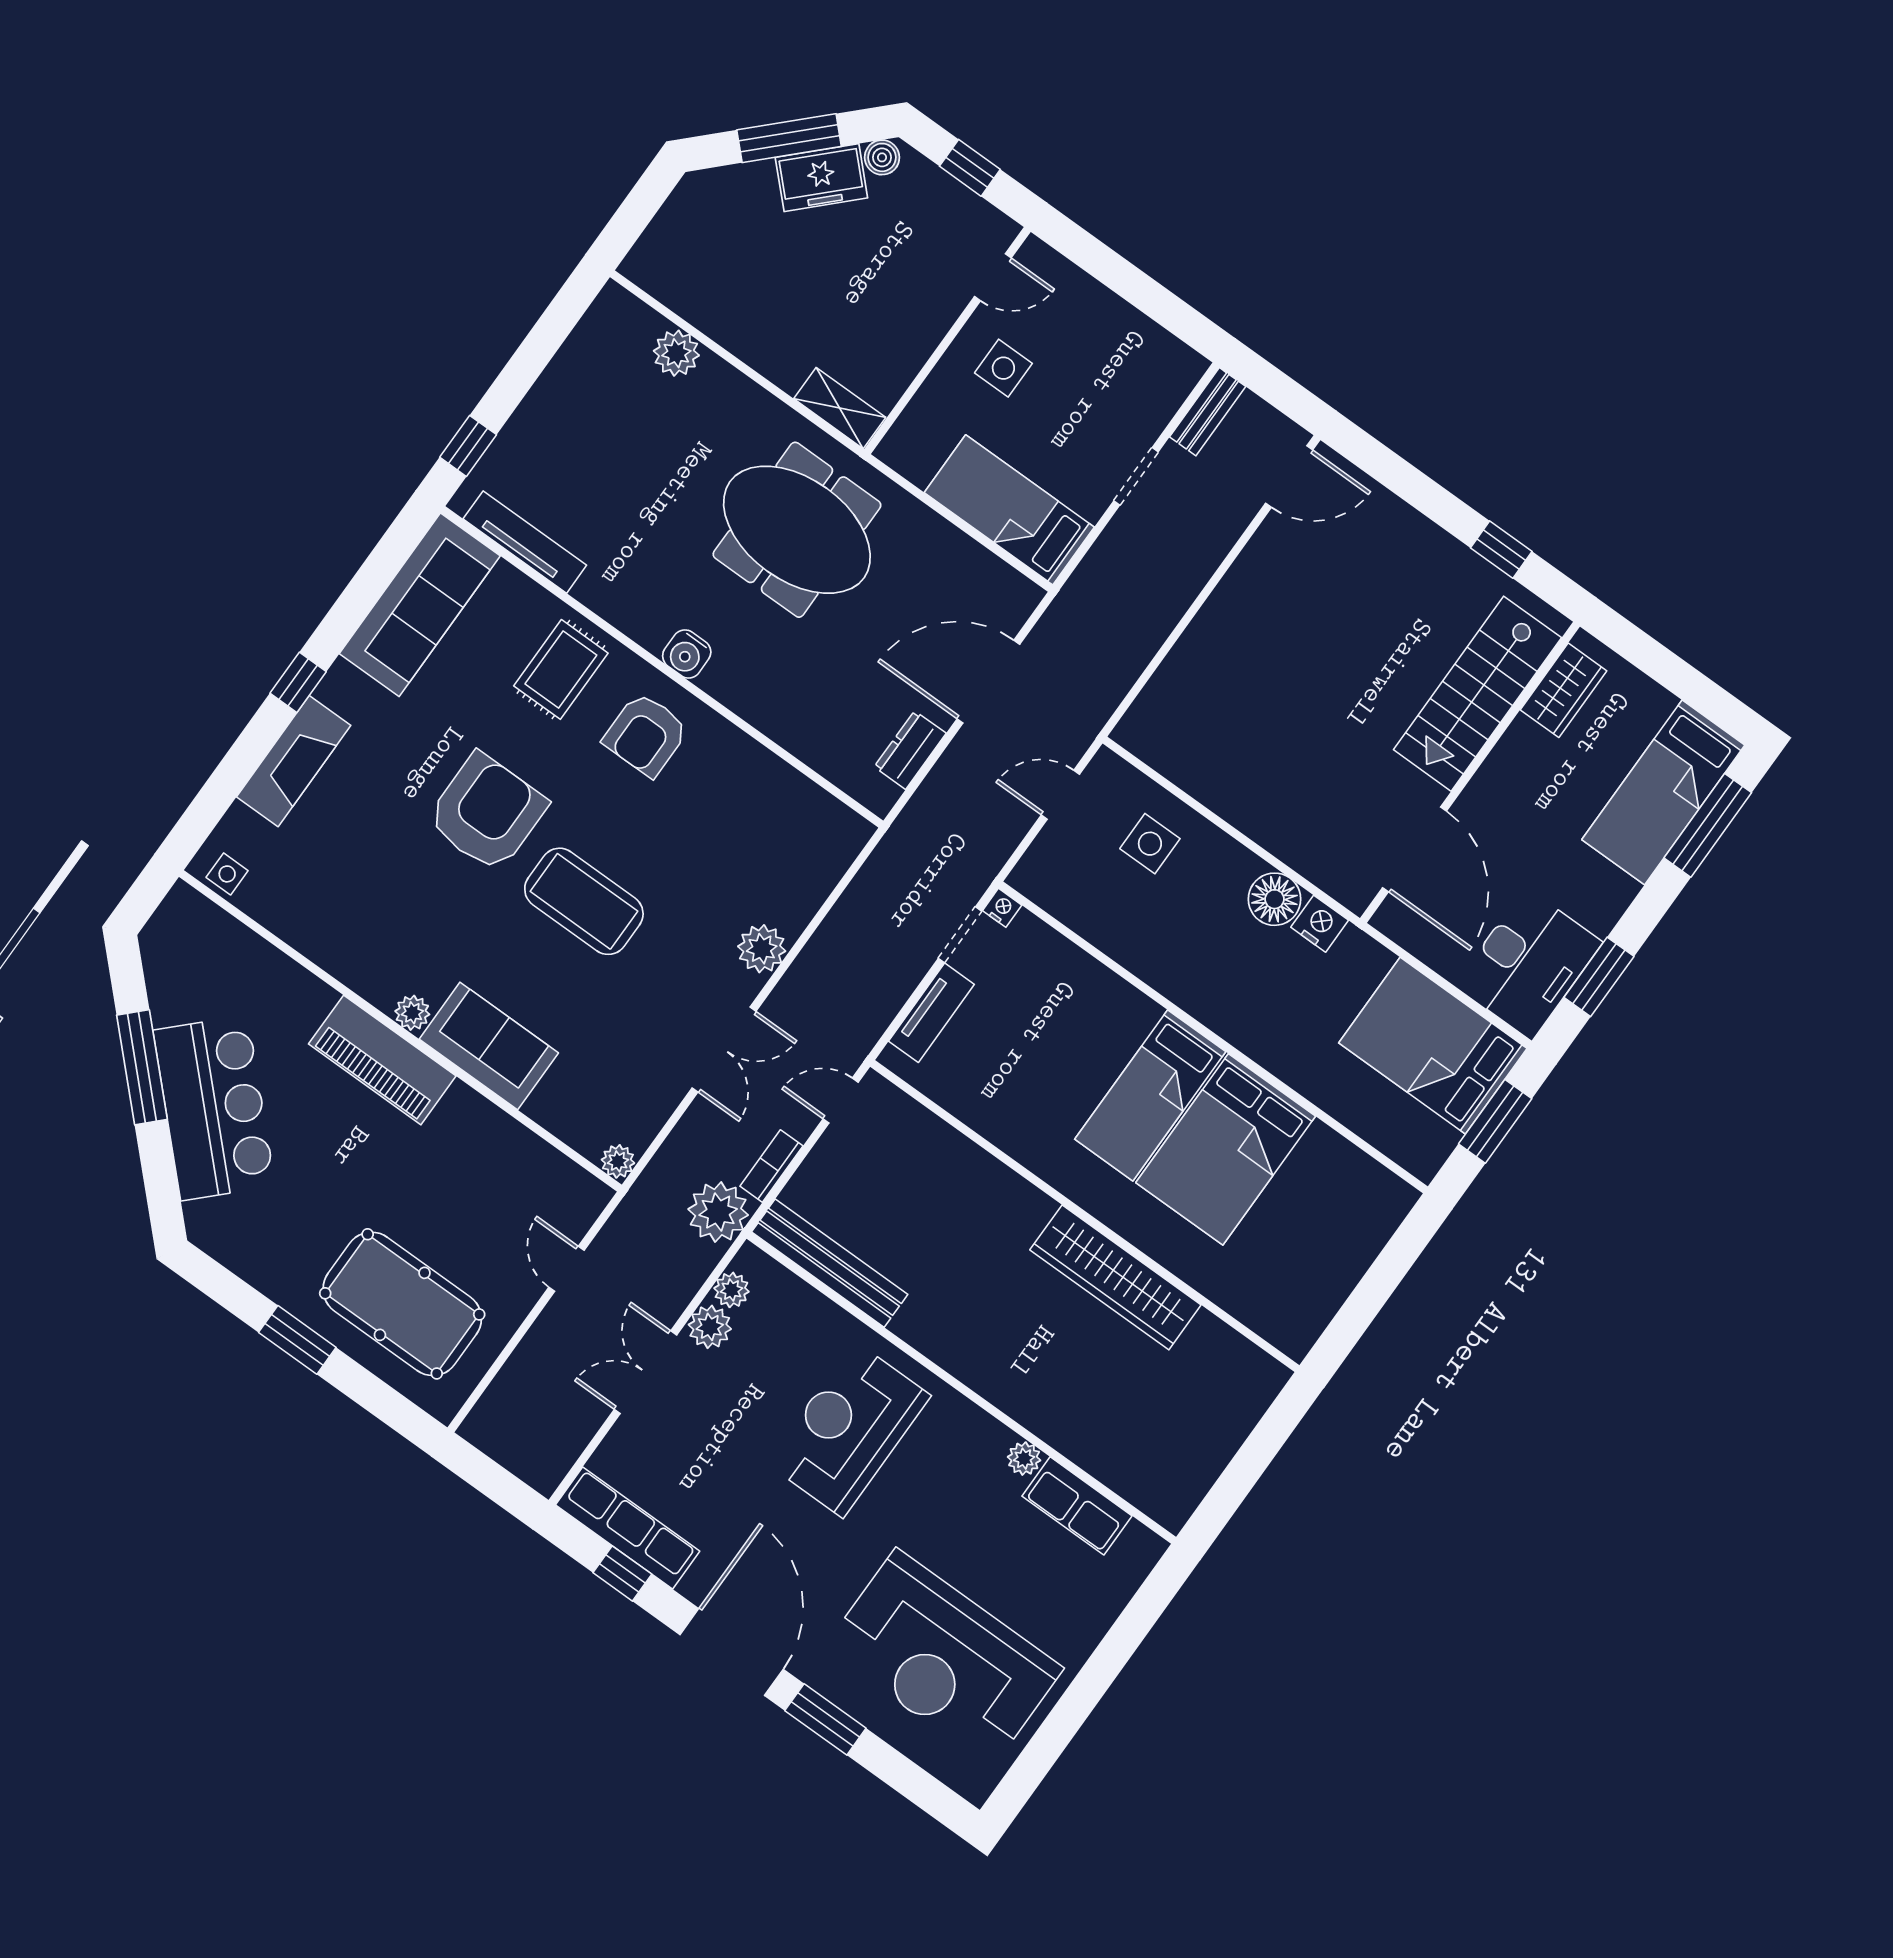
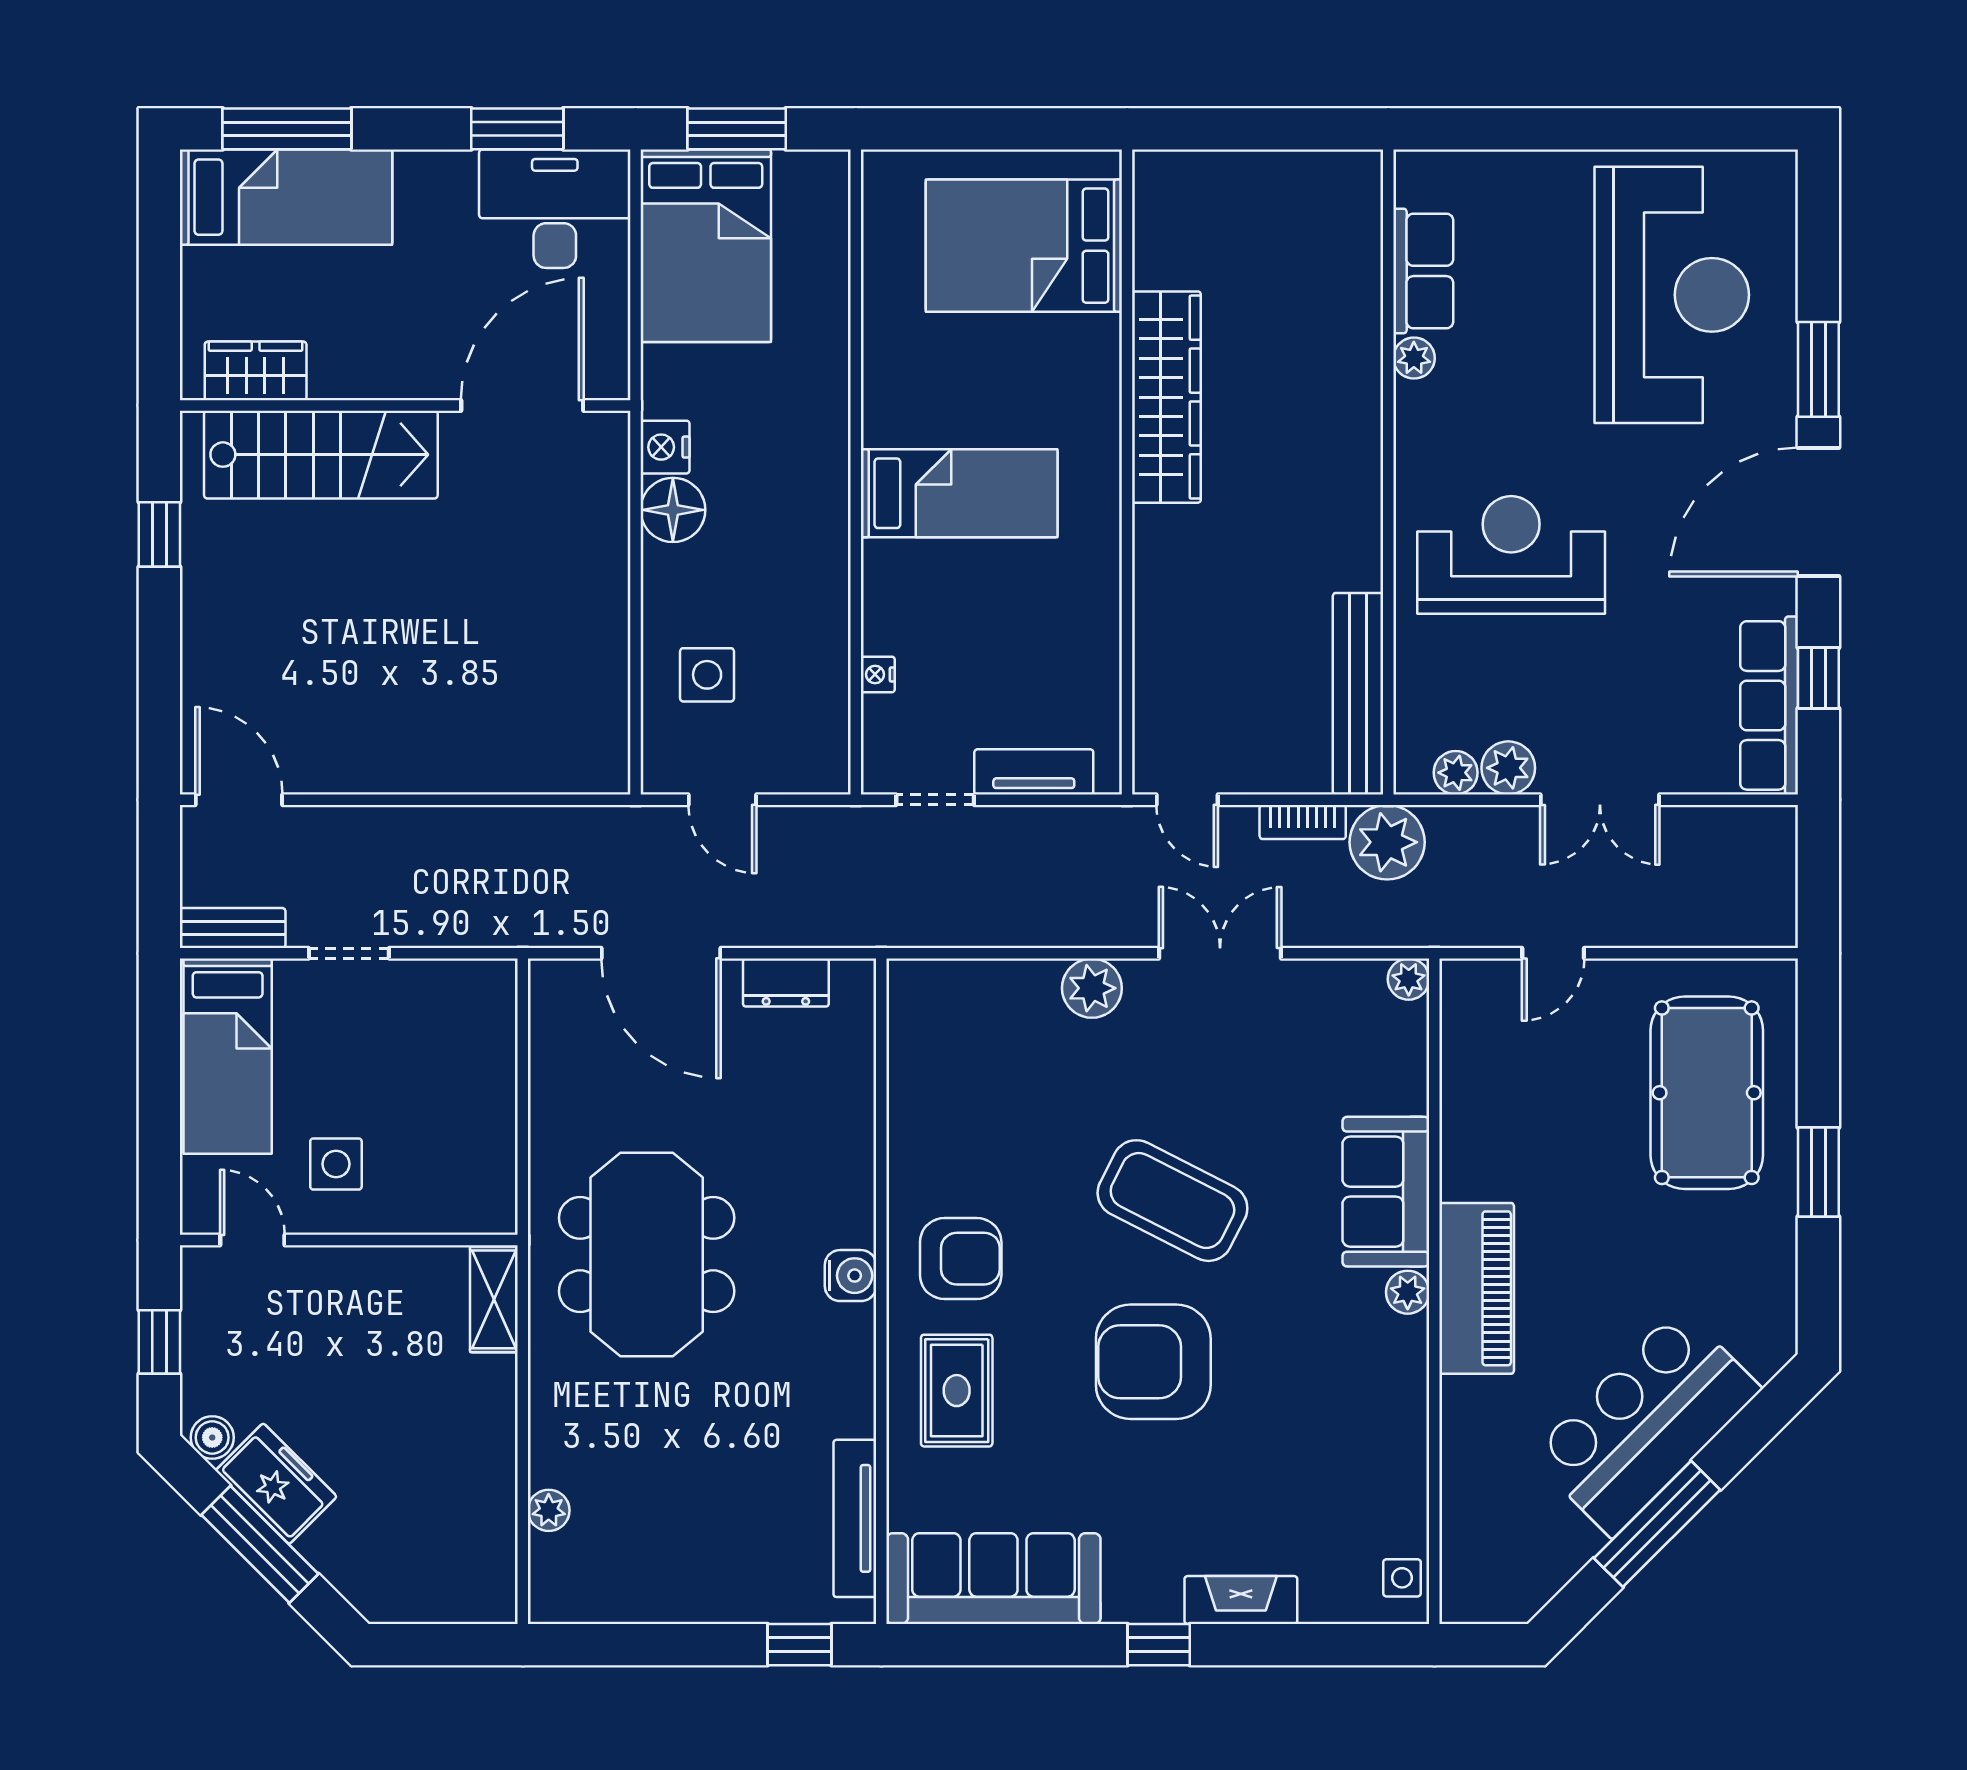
plant: (676, 353) -> (549, 1510), width x0.73, depth x0.73
bed: (1009, 510) -> (228, 1056), moved
rug: (561, 669) -> (957, 1391), turned 90
fireplace: (294, 761) -> (1241, 1600), width x0.73, depth x0.76
coffee table: (584, 901) -> (1172, 1201), turned -63
nightstand: (1002, 908) -> (878, 674), moved
bed: (1226, 1149) -> (1024, 246), moved, turned 180
reception desk: (849, 1429) -> (1511, 555), turned 180

